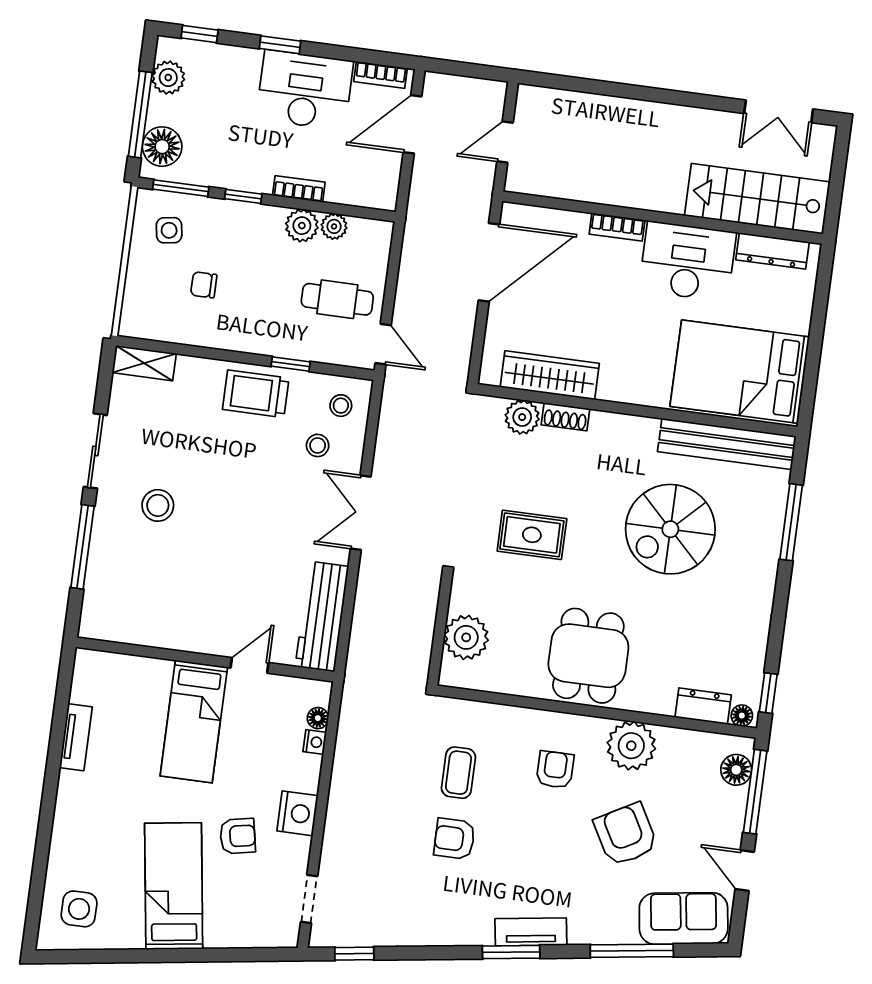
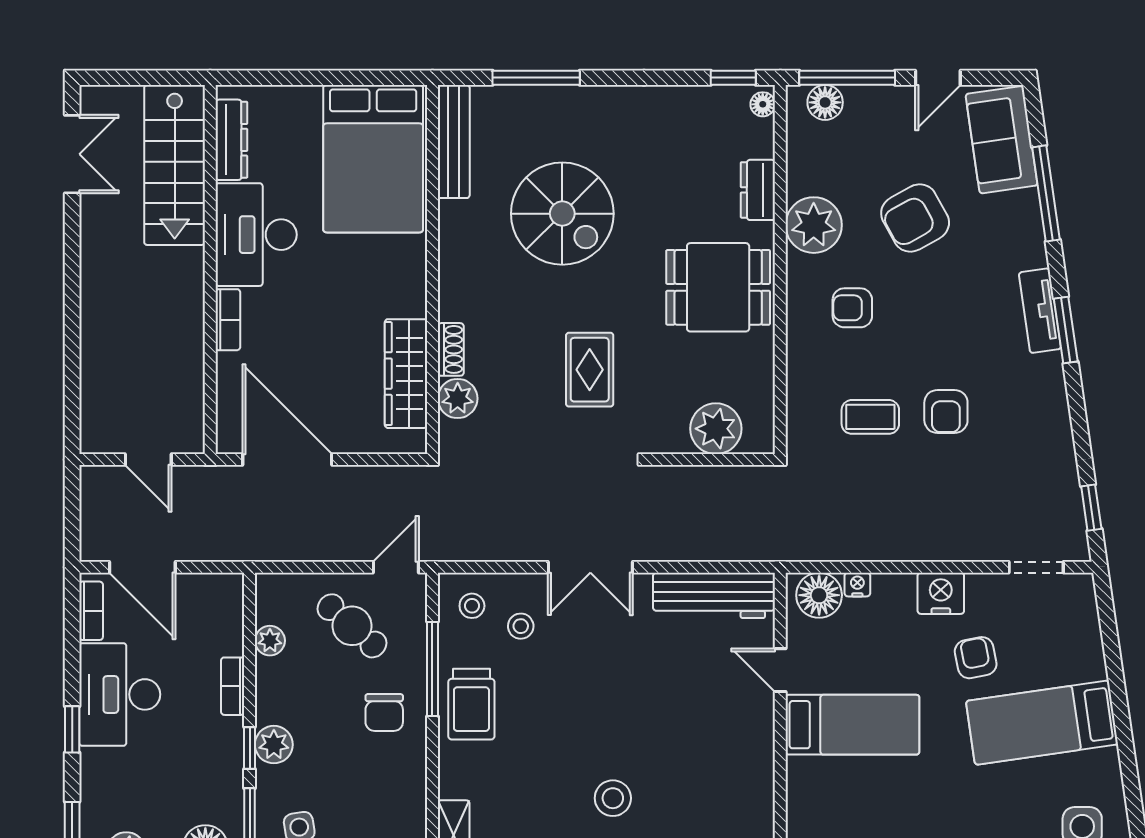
plant: (302, 226) -> (274, 745), moved
chair: (204, 285) -> (384, 713), moved, width x1.37, depth x1.37
cafe table: (337, 299) -> (352, 626), turned -49
window: (291, 364) -> (432, 669), width x2.17
bench: (727, 444) -> (454, 142), width x0.73, depth x0.82
dresser: (703, 706) -> (758, 190), moved
floor lamp: (318, 718) -> (819, 595), width x1.89, depth x1.89

